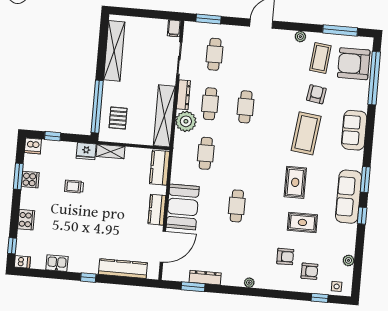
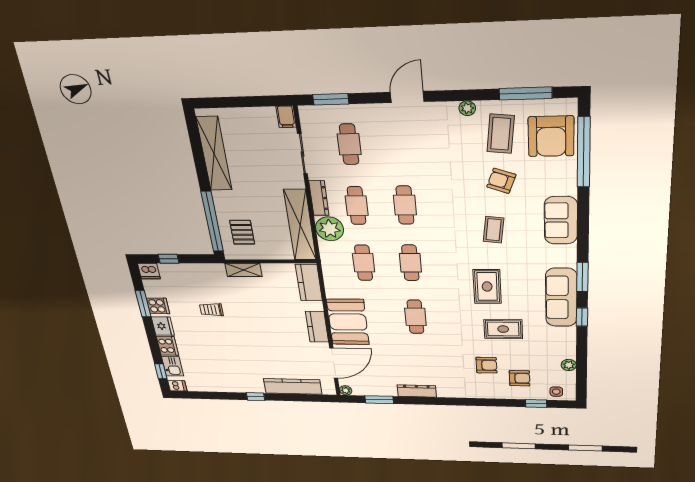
armchair: (354, 64) -> (551, 136), turned -90
armchair: (316, 94) -> (501, 181), turned -79
coffee table: (306, 133) -> (494, 230), width x0.54, depth x0.58
fridge: (86, 151) -> (163, 326), moved, turned -90
cafe table: (241, 156) -> (410, 263), added
kitchen sink: (57, 263) -> (173, 366), moved, turned 90
dresser: (205, 278) -> (417, 391), moved
plant: (249, 283) -> (346, 390), moved

